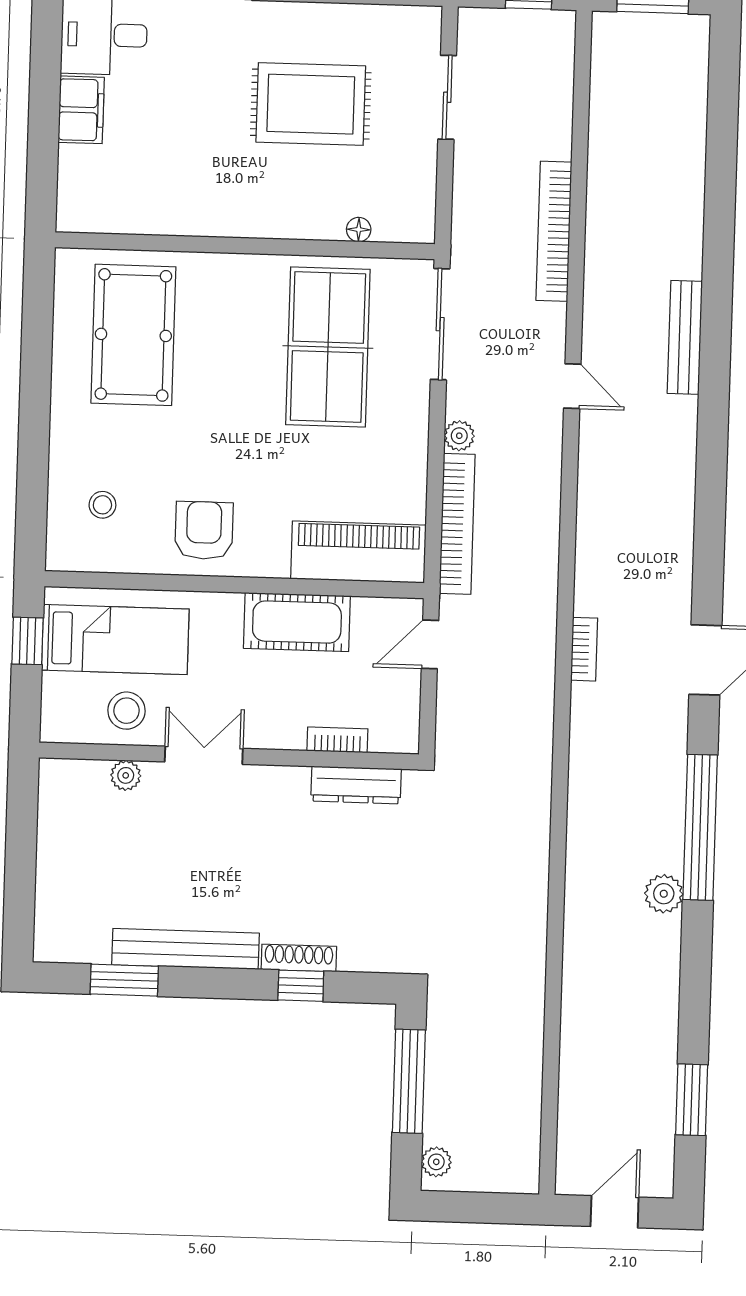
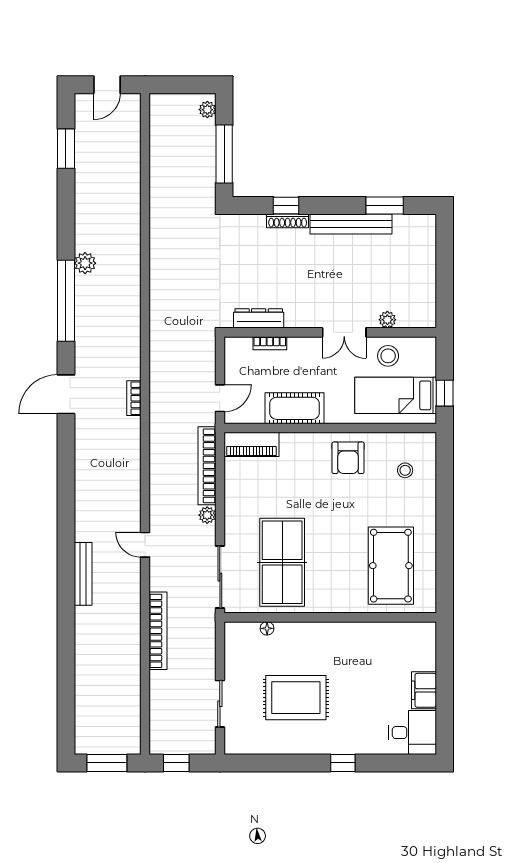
piano: (358, 552) -> (251, 444), width x0.73, depth x0.75

